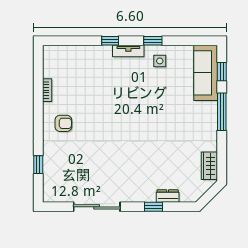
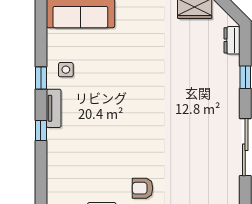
armchair: (63, 123) -> (143, 188), turned -90
dresser: (168, 196) -> (232, 40), moved

